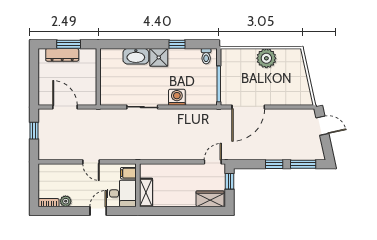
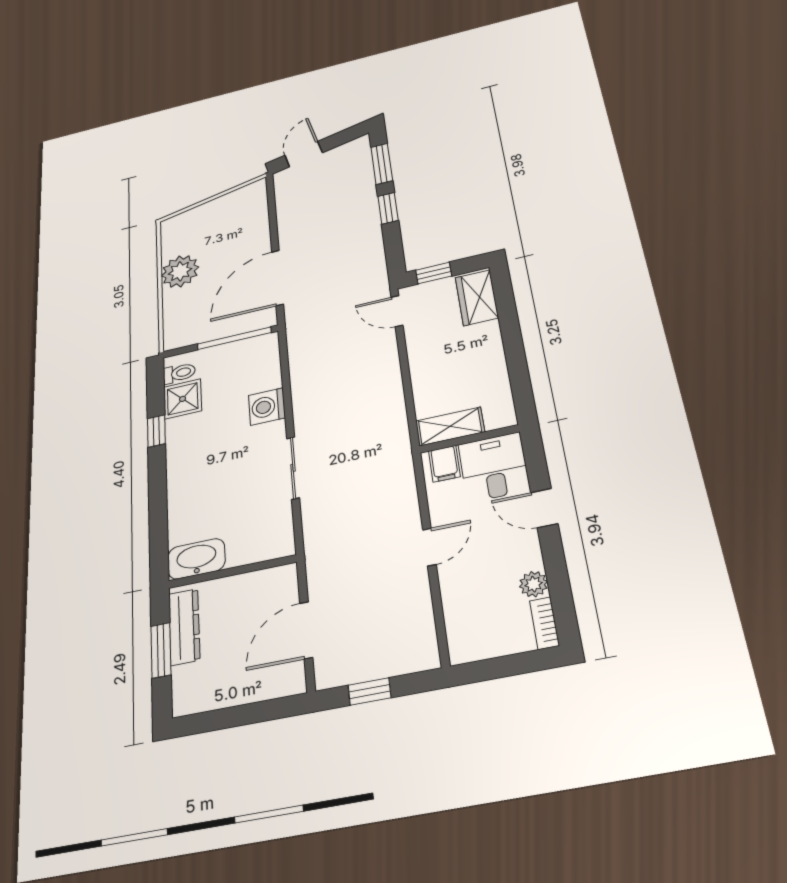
dresser: (62, 55) -> (184, 627), moved
washbasin: (136, 56) -> (196, 559), moved, turned -90
shower: (159, 57) -> (183, 399), moved
door: (248, 107) -> (278, 278), swing flipped
shelving: (146, 192) -> (450, 427), moved

